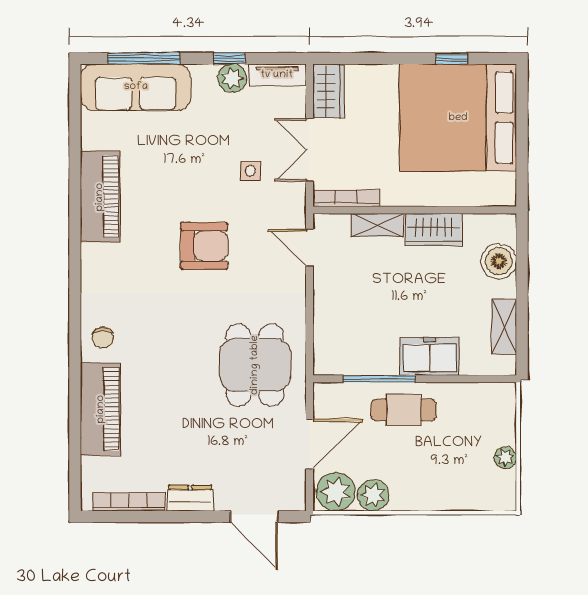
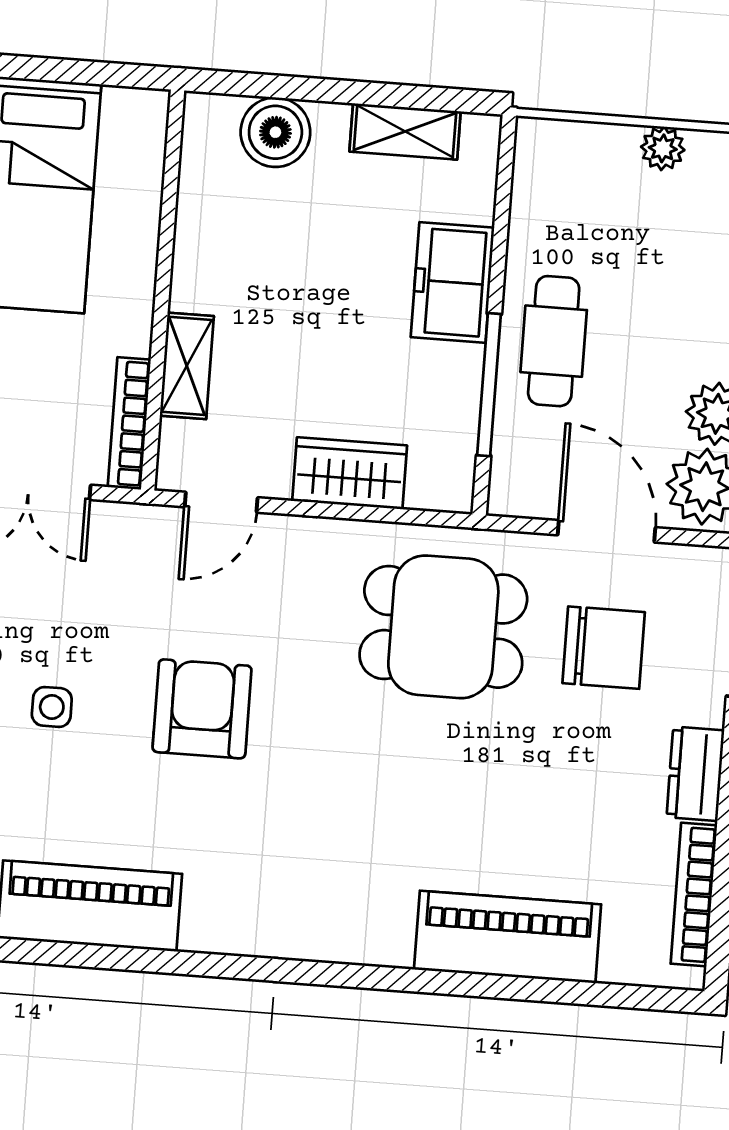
side table: (250, 171) -> (52, 707), moved
wardrobe: (434, 230) -> (350, 473), moved, turned -90
chair: (103, 338) -> (604, 648), moved, width x1.87, depth x1.87

